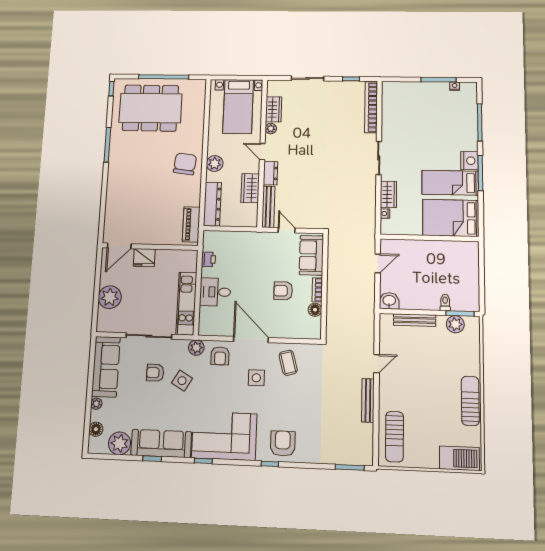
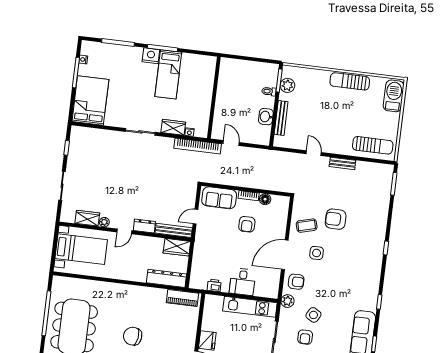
bookcase: (371, 107) -> (198, 146), moved
chair: (185, 164) -> (133, 336), moved
plant: (215, 164) -> (131, 274), removed
wardrobe: (250, 188) -> (177, 247), moved
bed: (451, 218) -> (90, 101), moved, turned 180
washbasin: (389, 301) -> (266, 117), moved
bench: (368, 400) -> (342, 163), width x0.73
corner sofa: (224, 436) -> (361, 283), removed
armchair: (283, 443) -> (336, 219), moved

